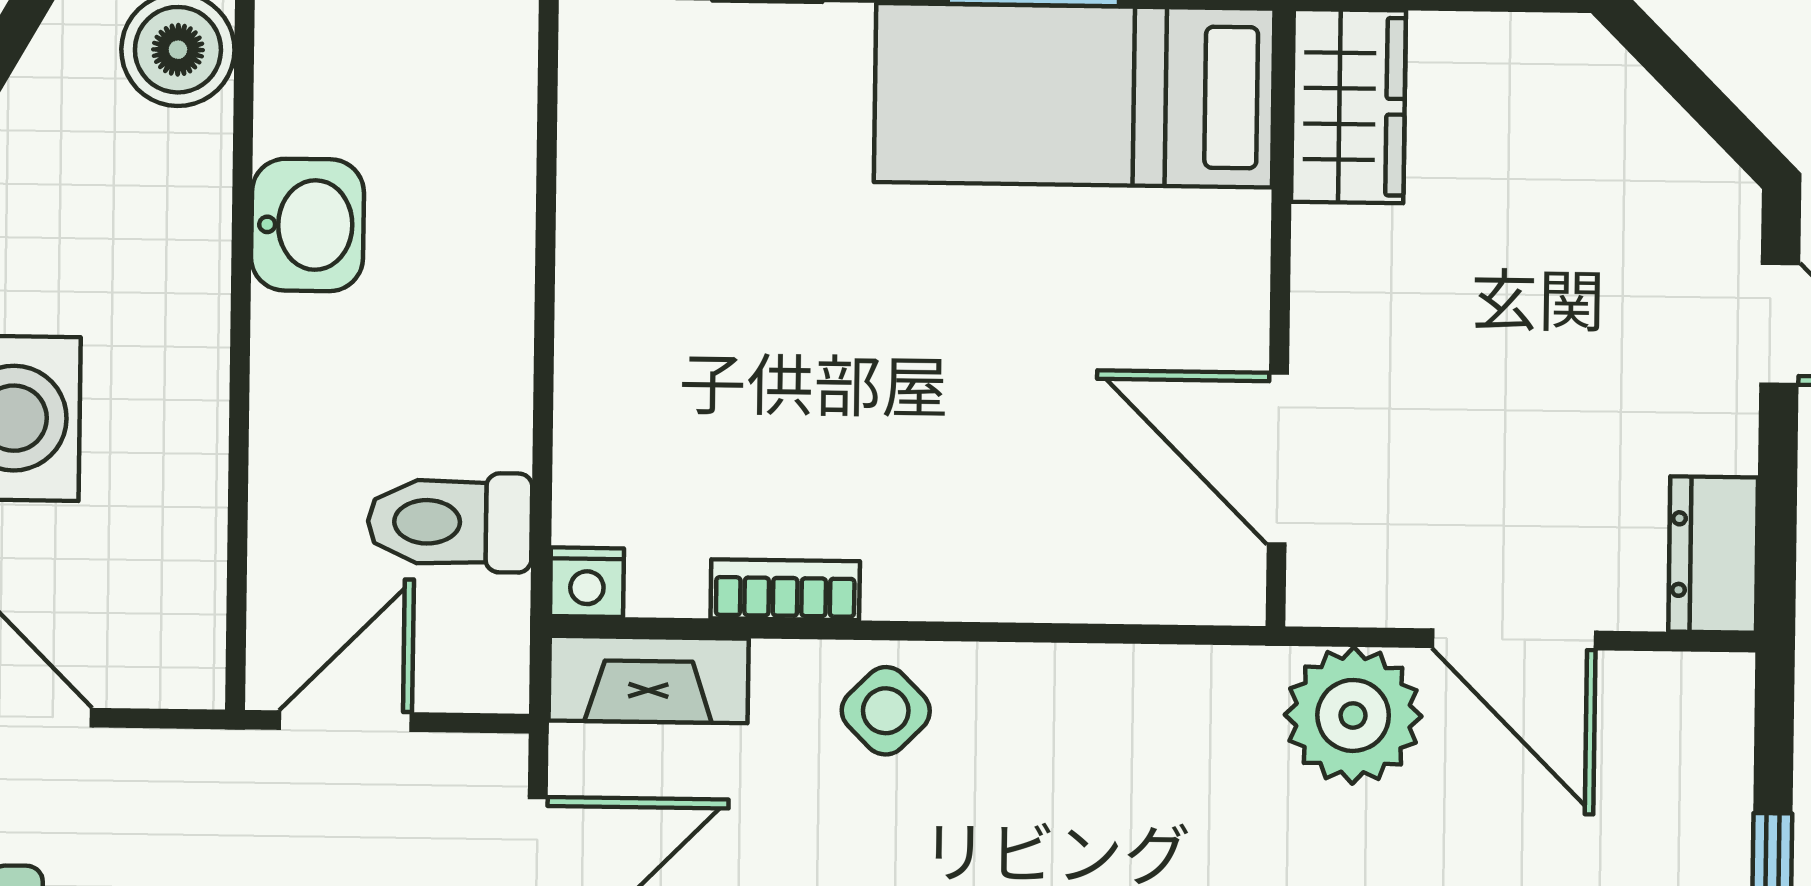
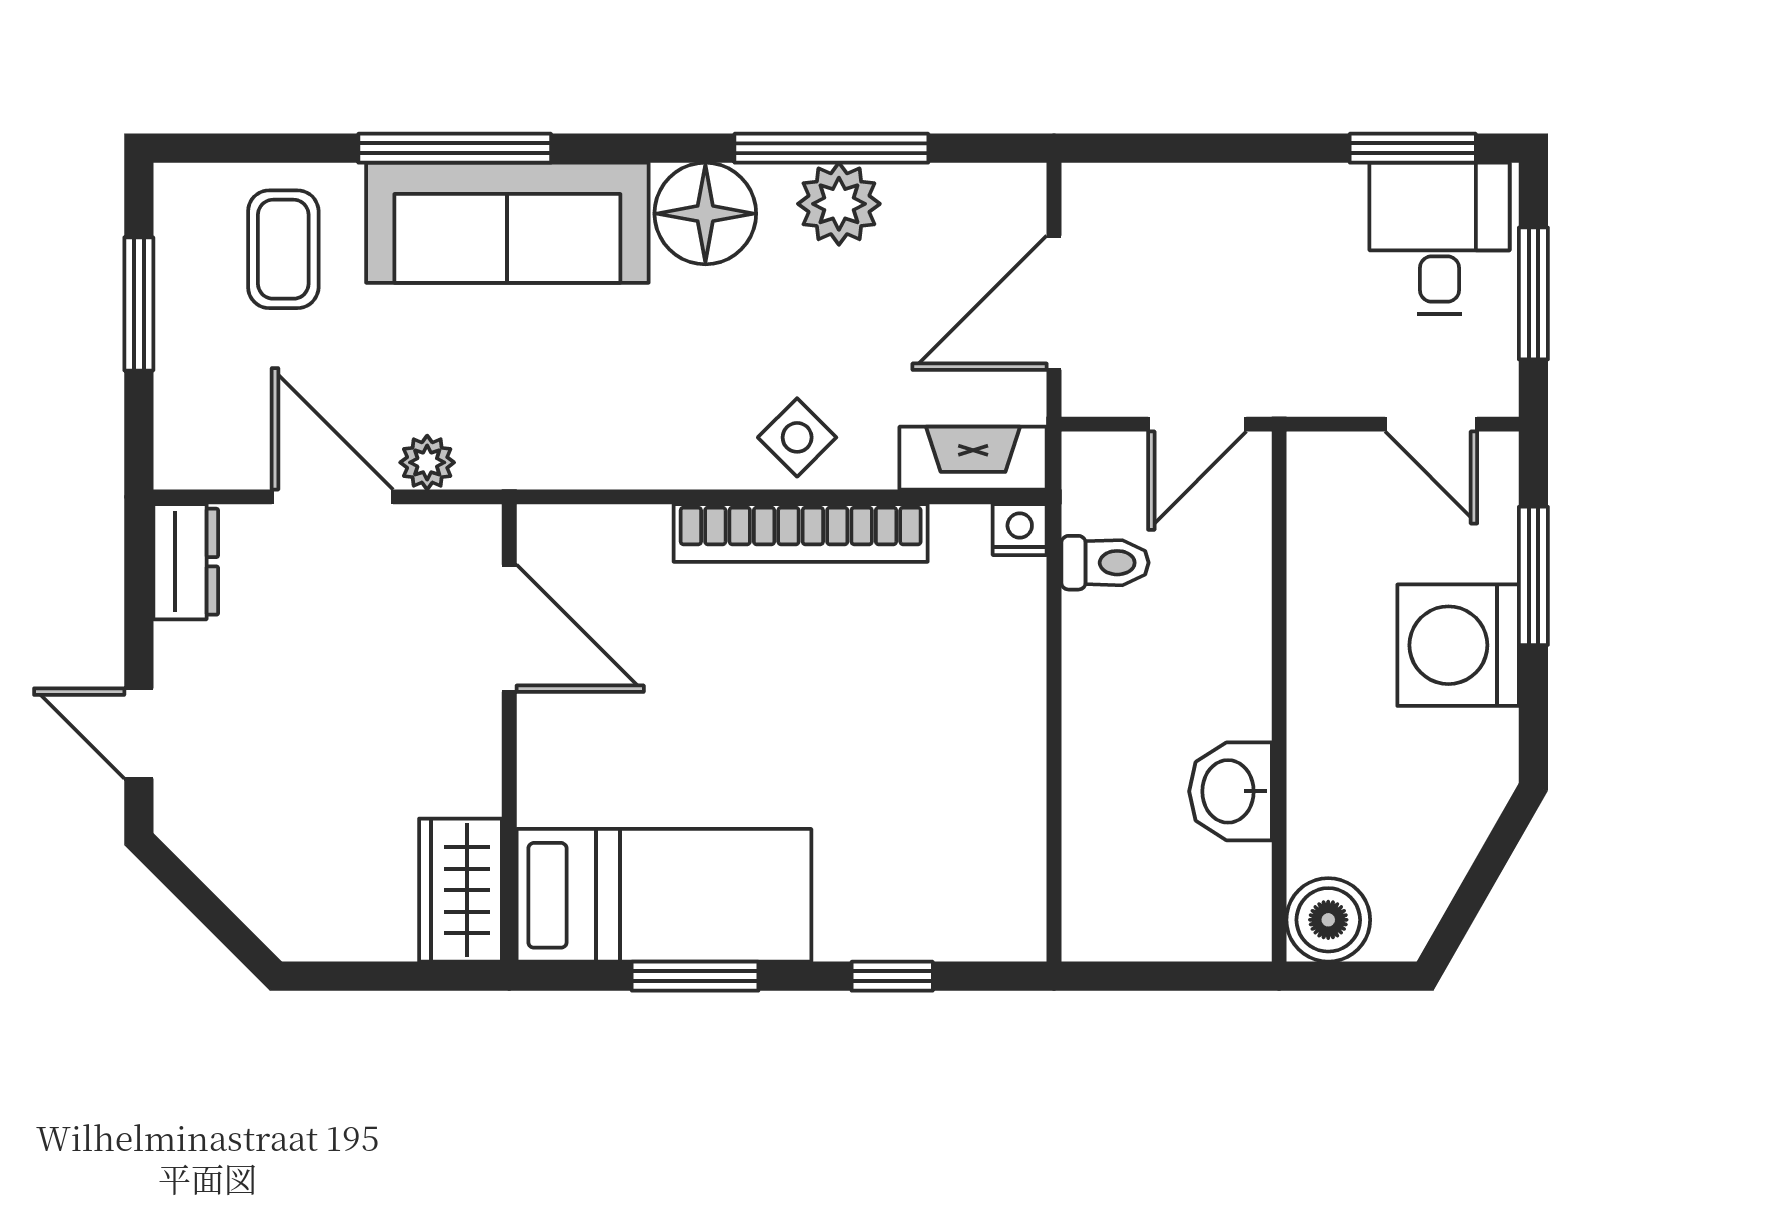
toilet: (450, 522) -> (1105, 563), width x0.73, depth x0.72
bookcase: (785, 590) -> (801, 533), width x2.31, depth x1.31
plant: (1353, 715) -> (427, 462), width x0.53, depth x0.53

